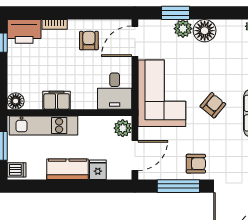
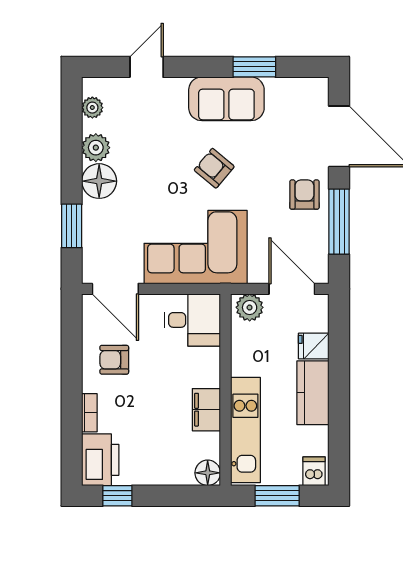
plant: (183, 29) -> (96, 148), moved

